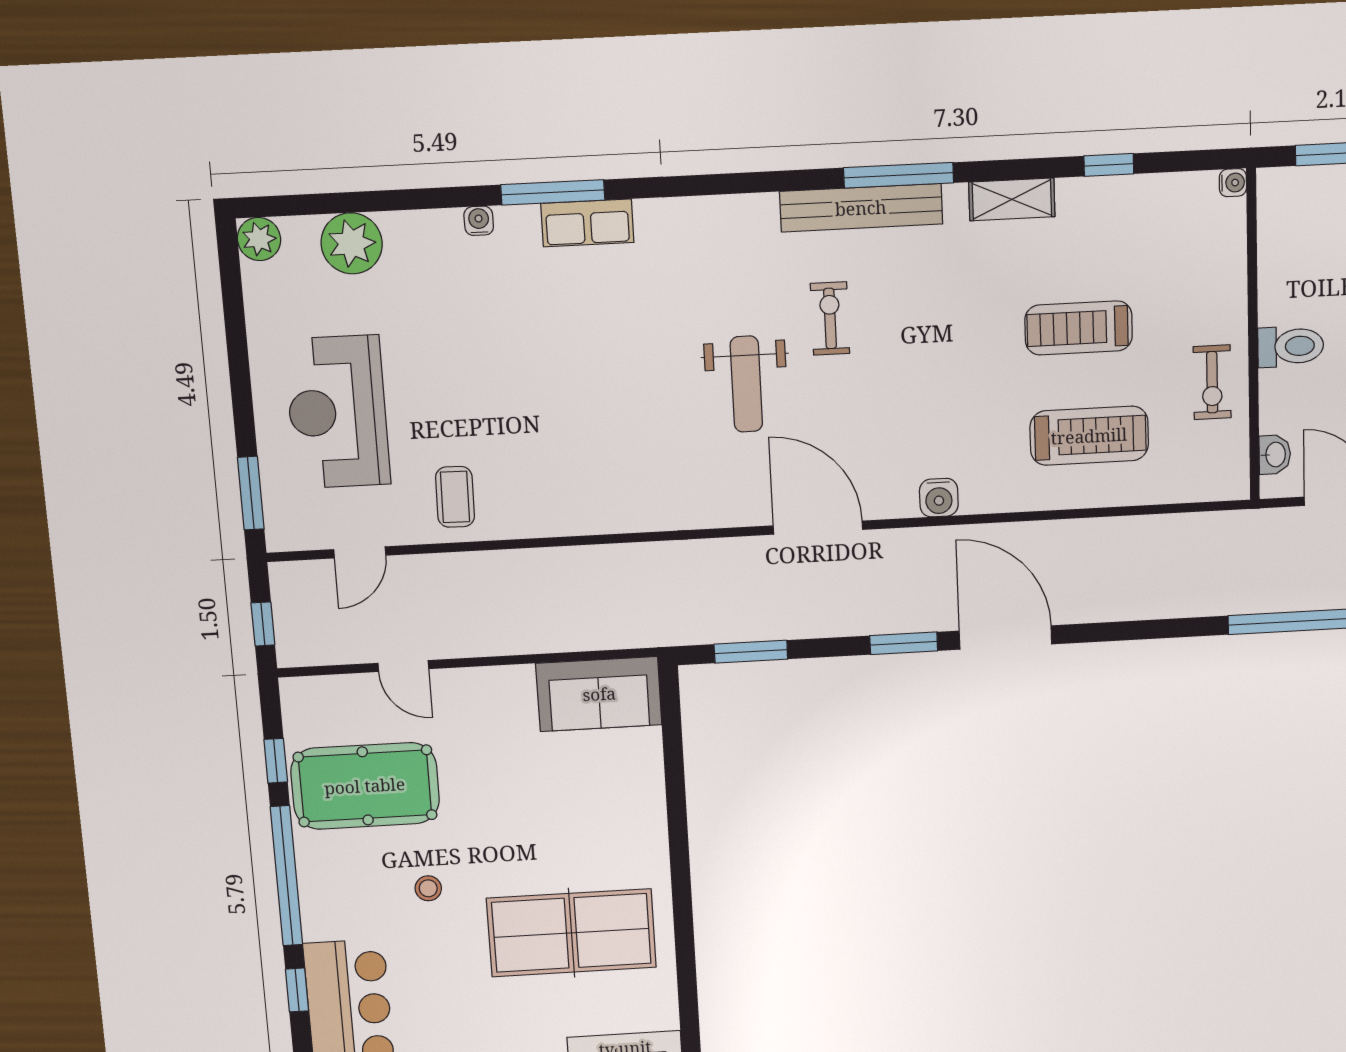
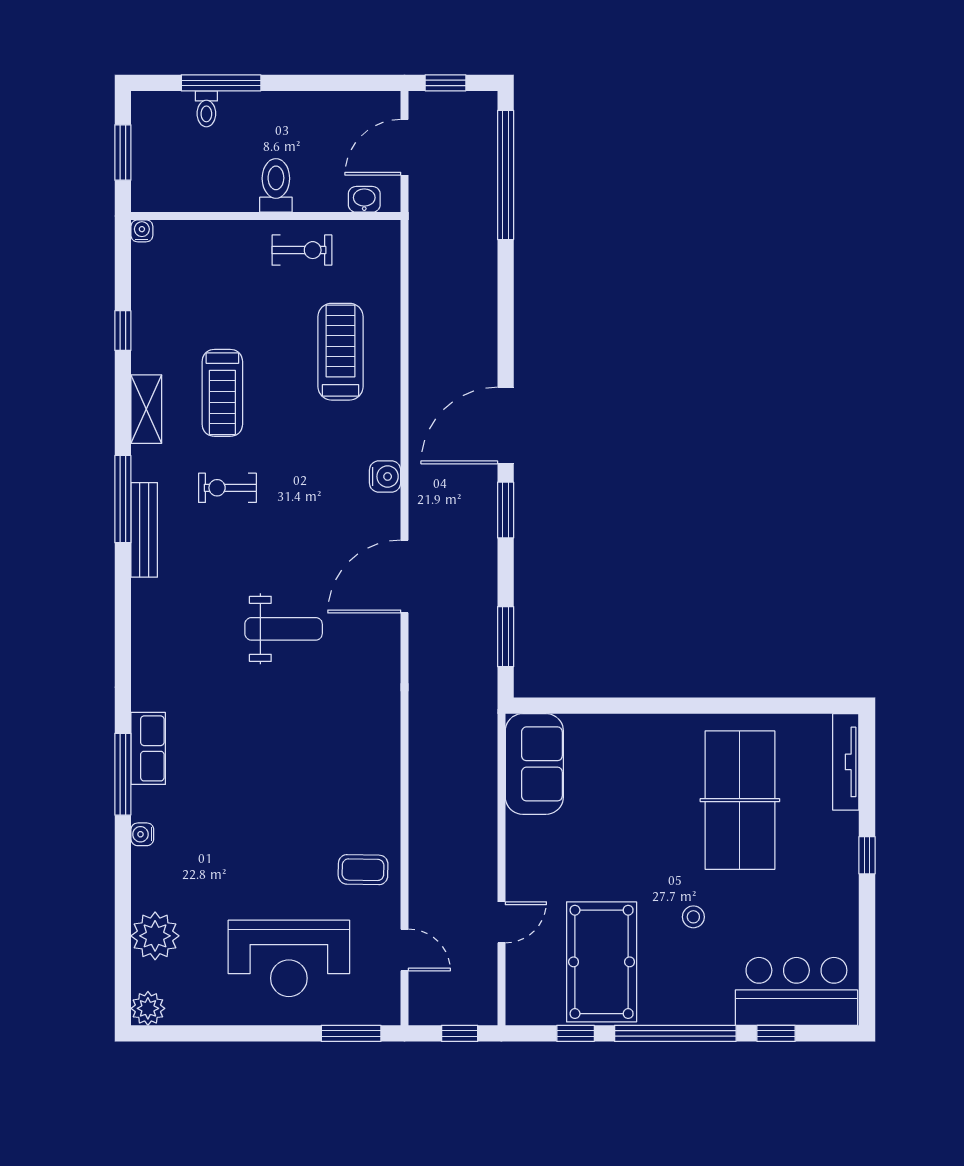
bench: (861, 208) -> (144, 530), width x0.73, depth x0.82
exercise bike: (830, 318) -> (227, 488), moved
treadmill: (1079, 328) -> (222, 393), moved

